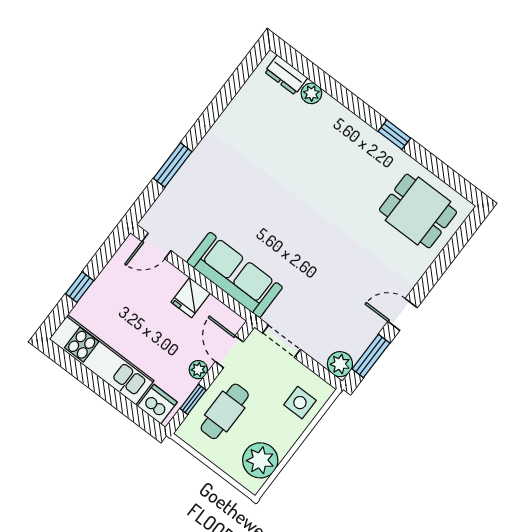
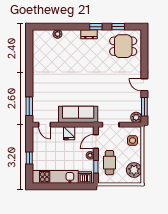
dresser: (286, 75) -> (89, 34), moved
window: (173, 165) -> (29, 106), moved
window: (437, 167) -> (118, 27), added
door: (156, 246) -> (45, 125), hinge flipped
door: (403, 314) -> (144, 85), hinge flipped
door: (229, 352) -> (96, 141), hinge flipped

